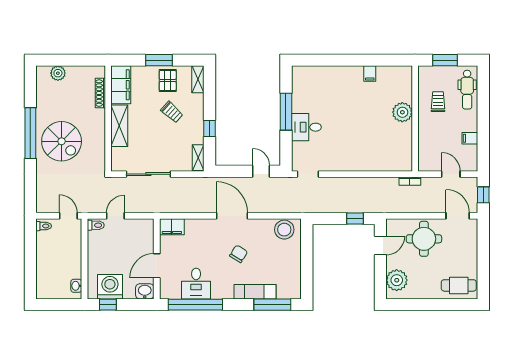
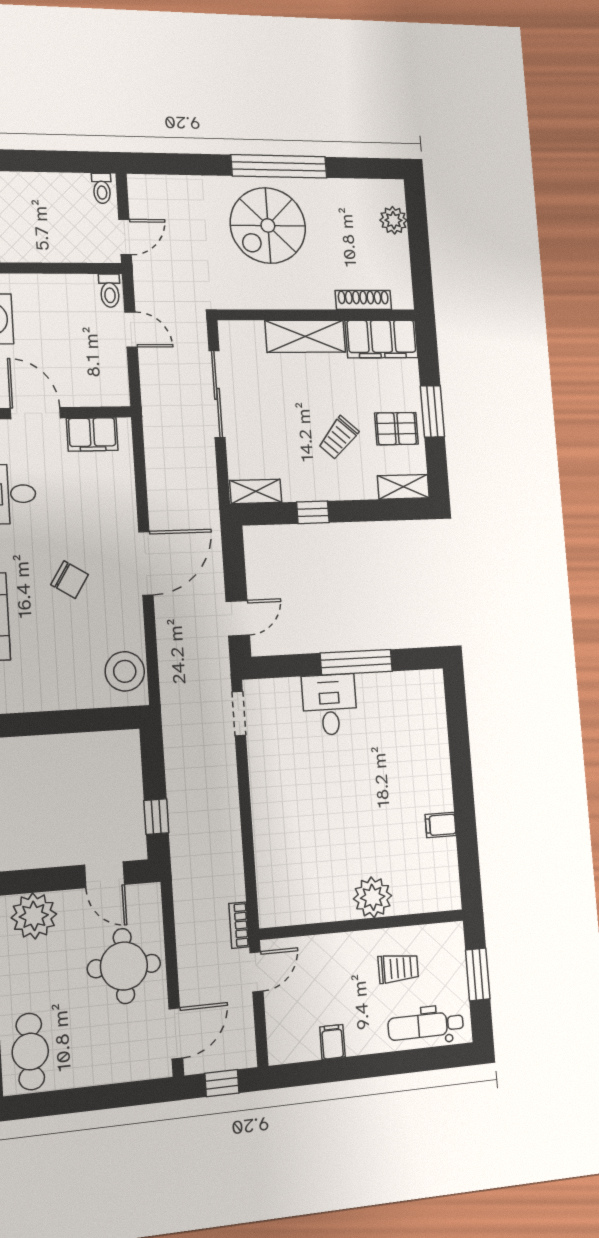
door: (451, 174) -> (256, 972), moved
filing cabinet: (172, 227) -> (92, 434), moved, turned -90

